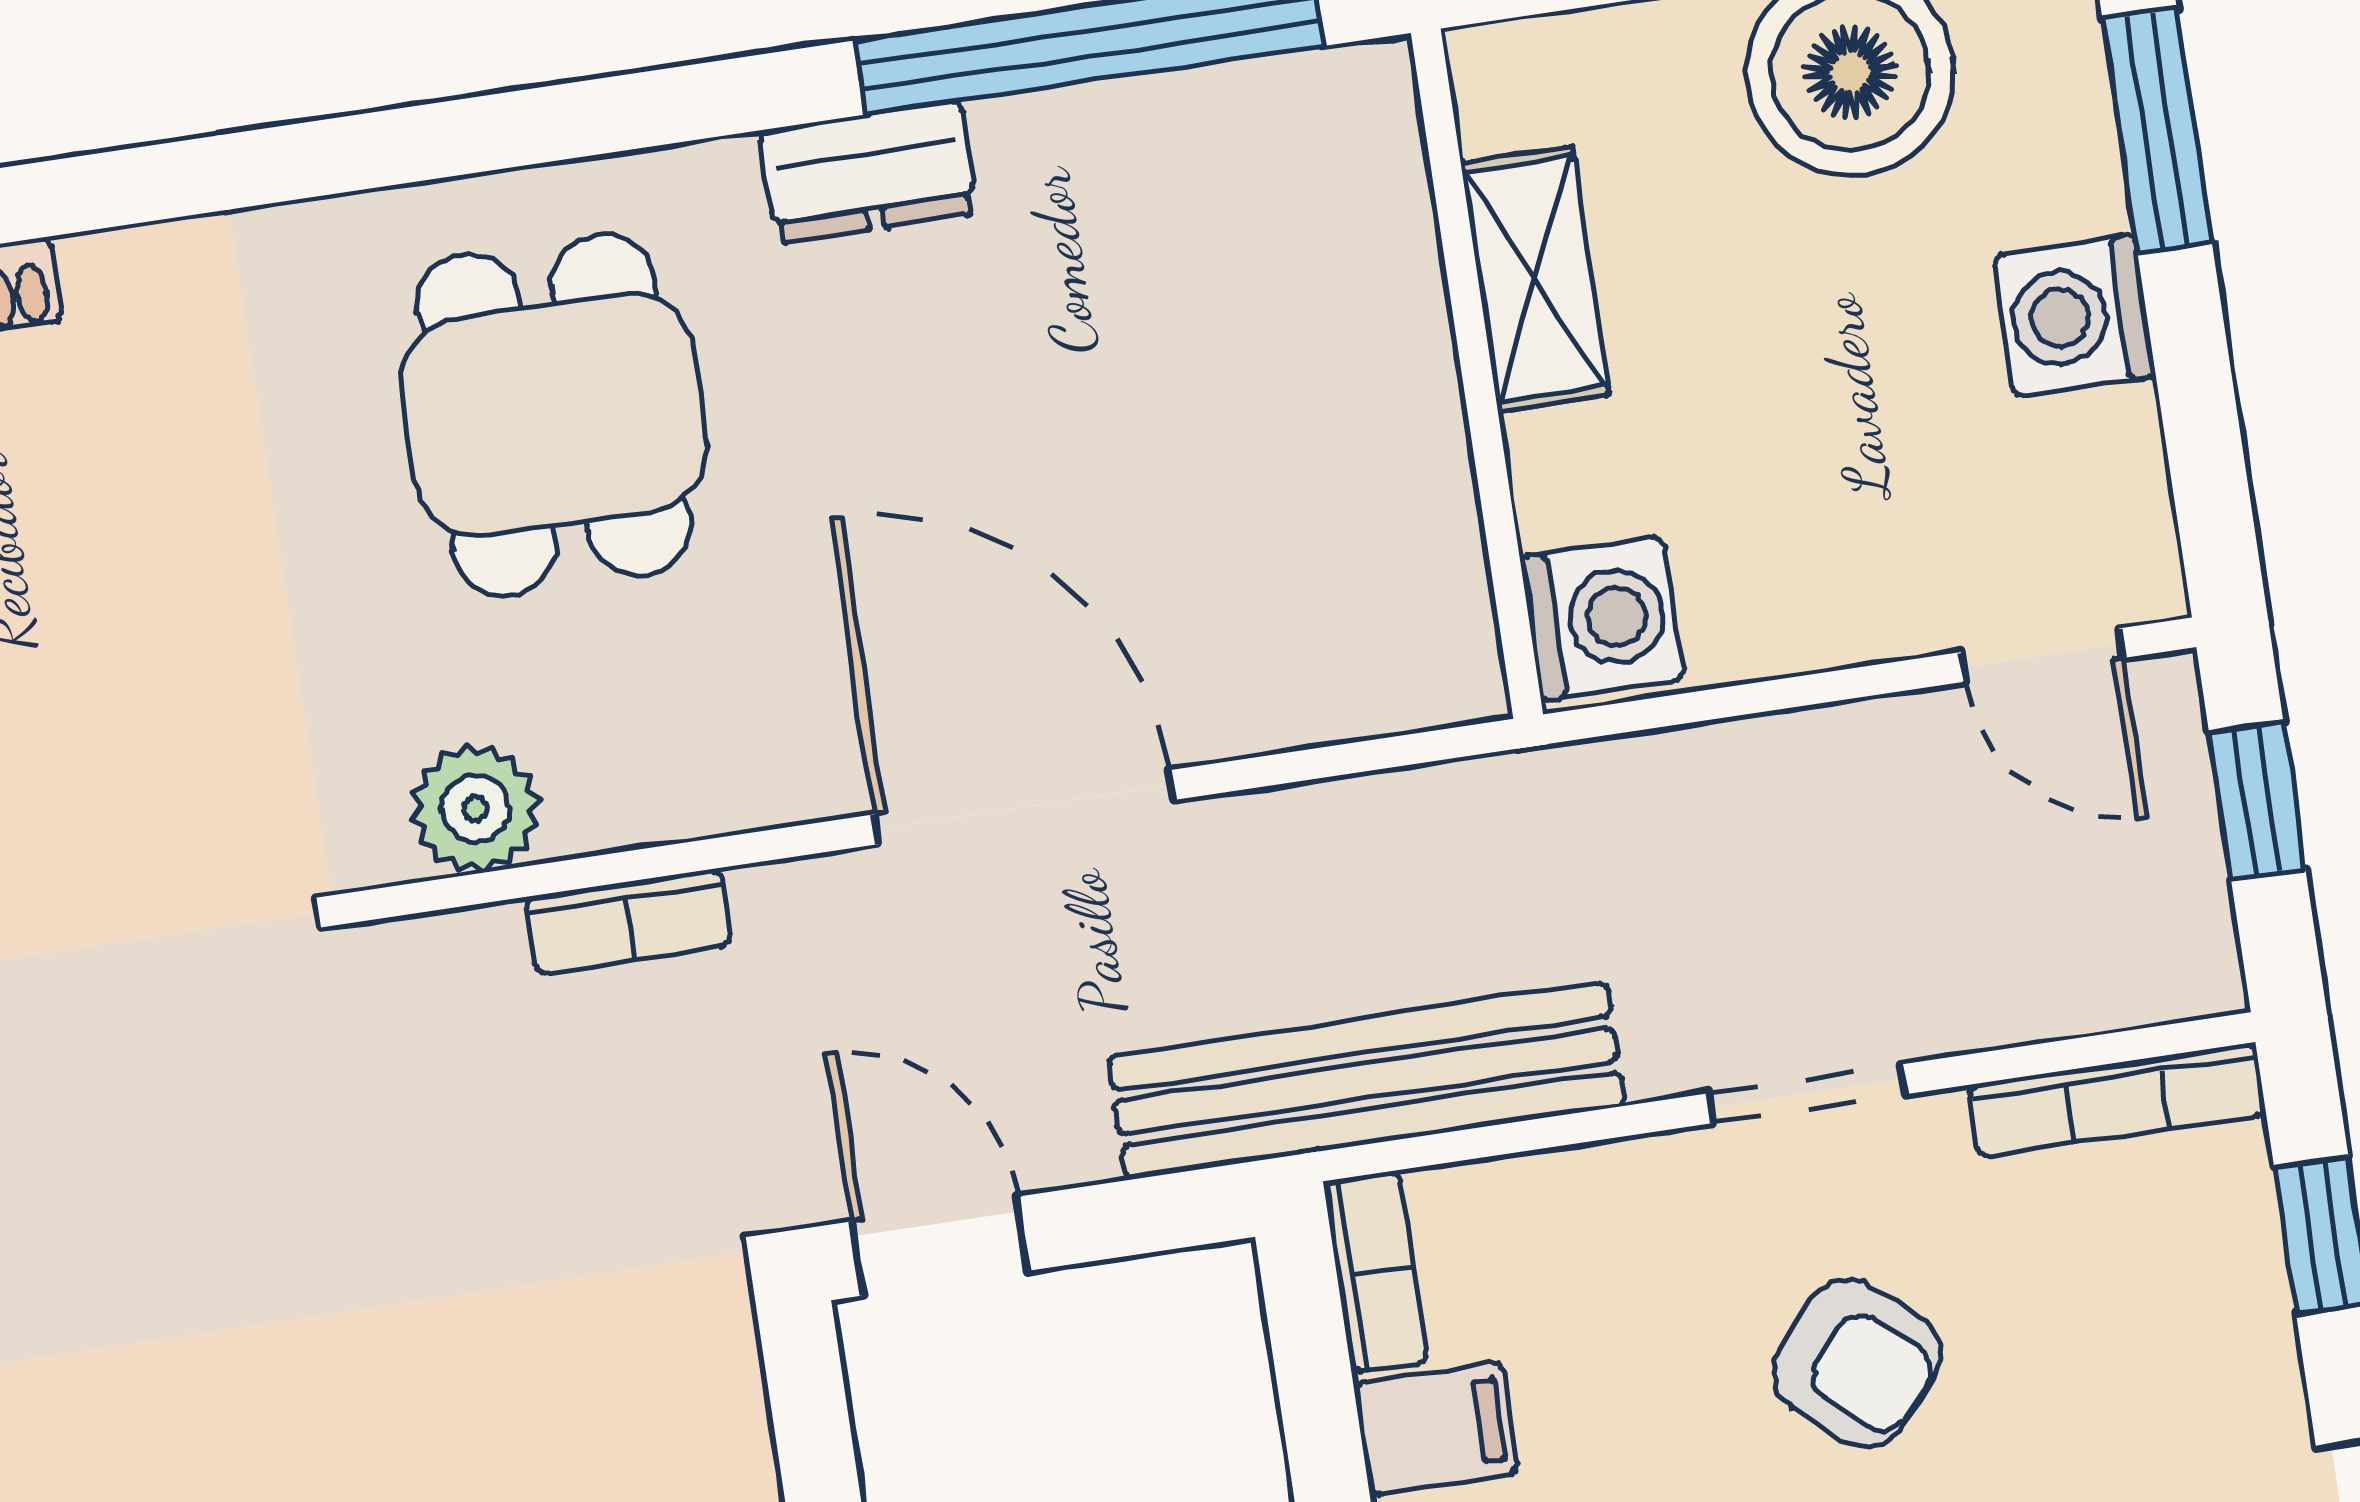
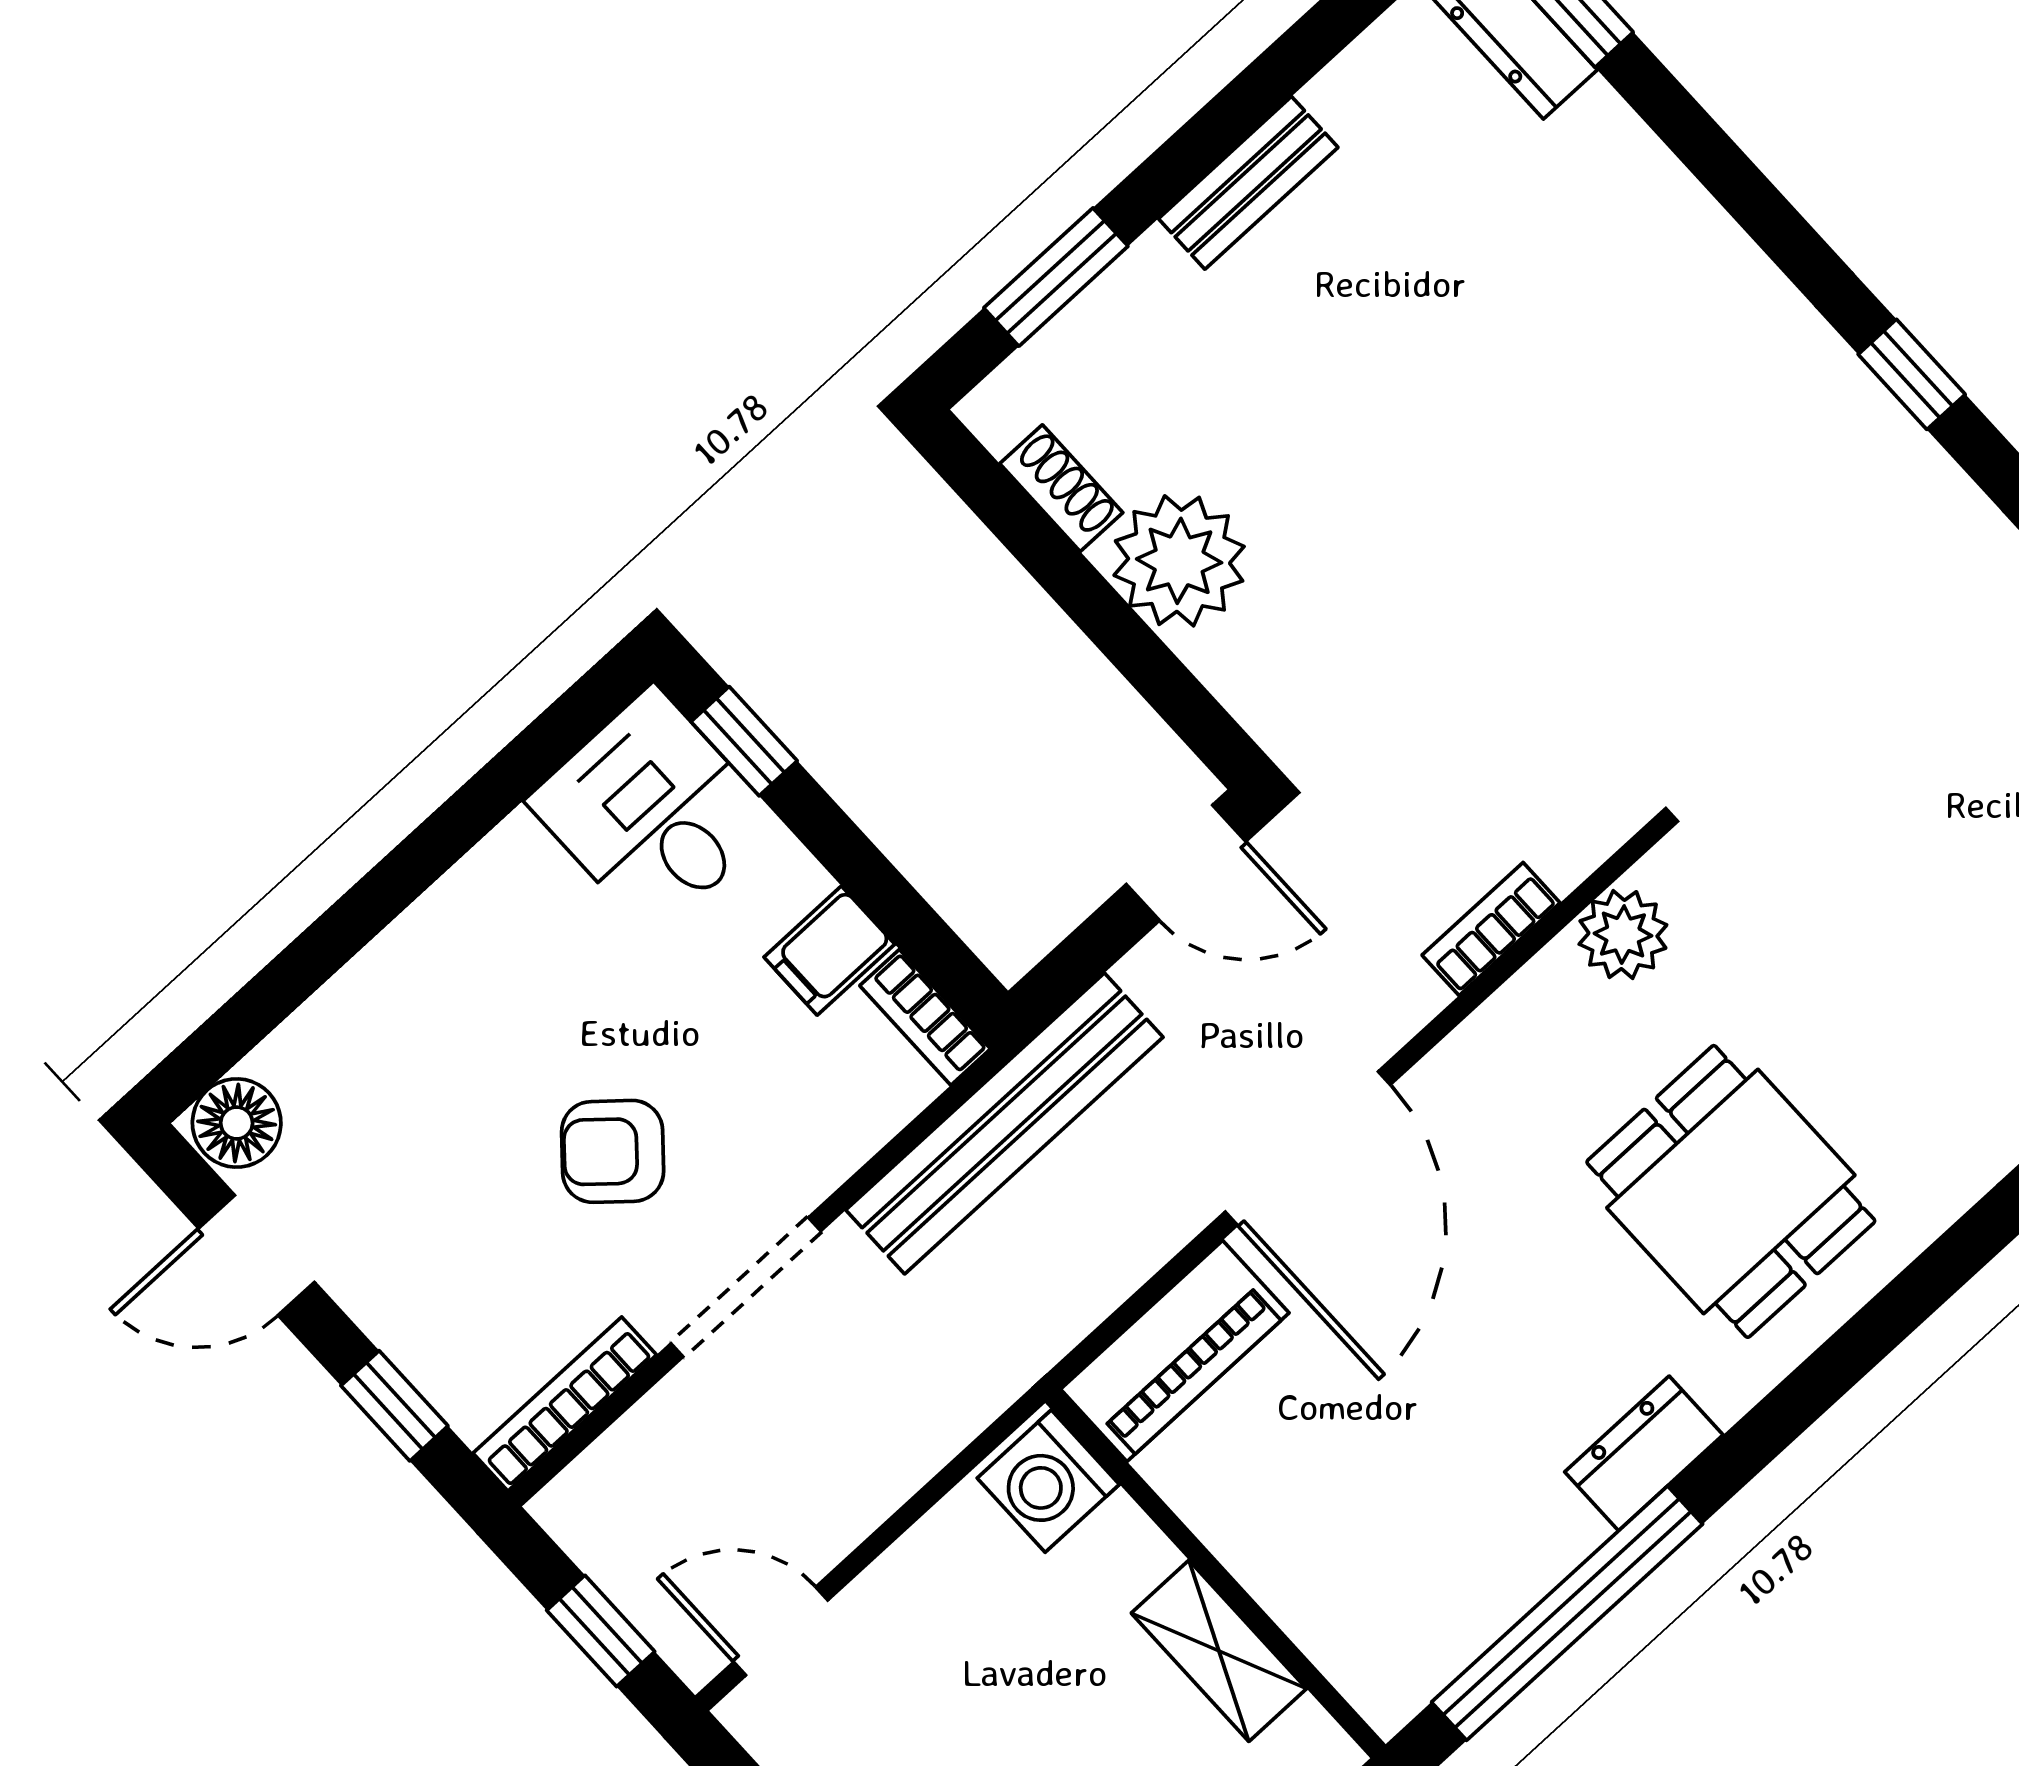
piano: (1346, 672) -> (1175, 1351), added
door: (1024, 807) -> (1308, 1148), hinge flipped
doorway: (1807, 1094) -> (746, 1287), width x1.38

